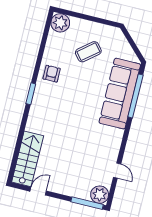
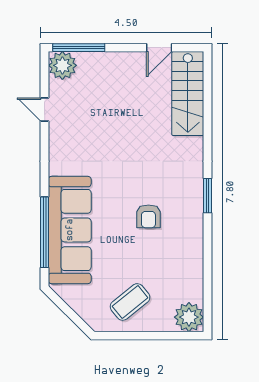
coffee table: (88, 52) -> (130, 302), moved
armchair: (52, 74) -> (148, 216), moved

